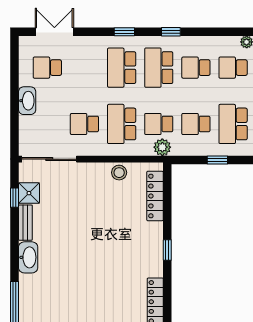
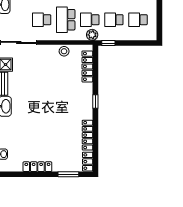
school desk: (233, 124) -> (138, 20), width x0.54
window: (217, 160) -> (108, 43), moved

